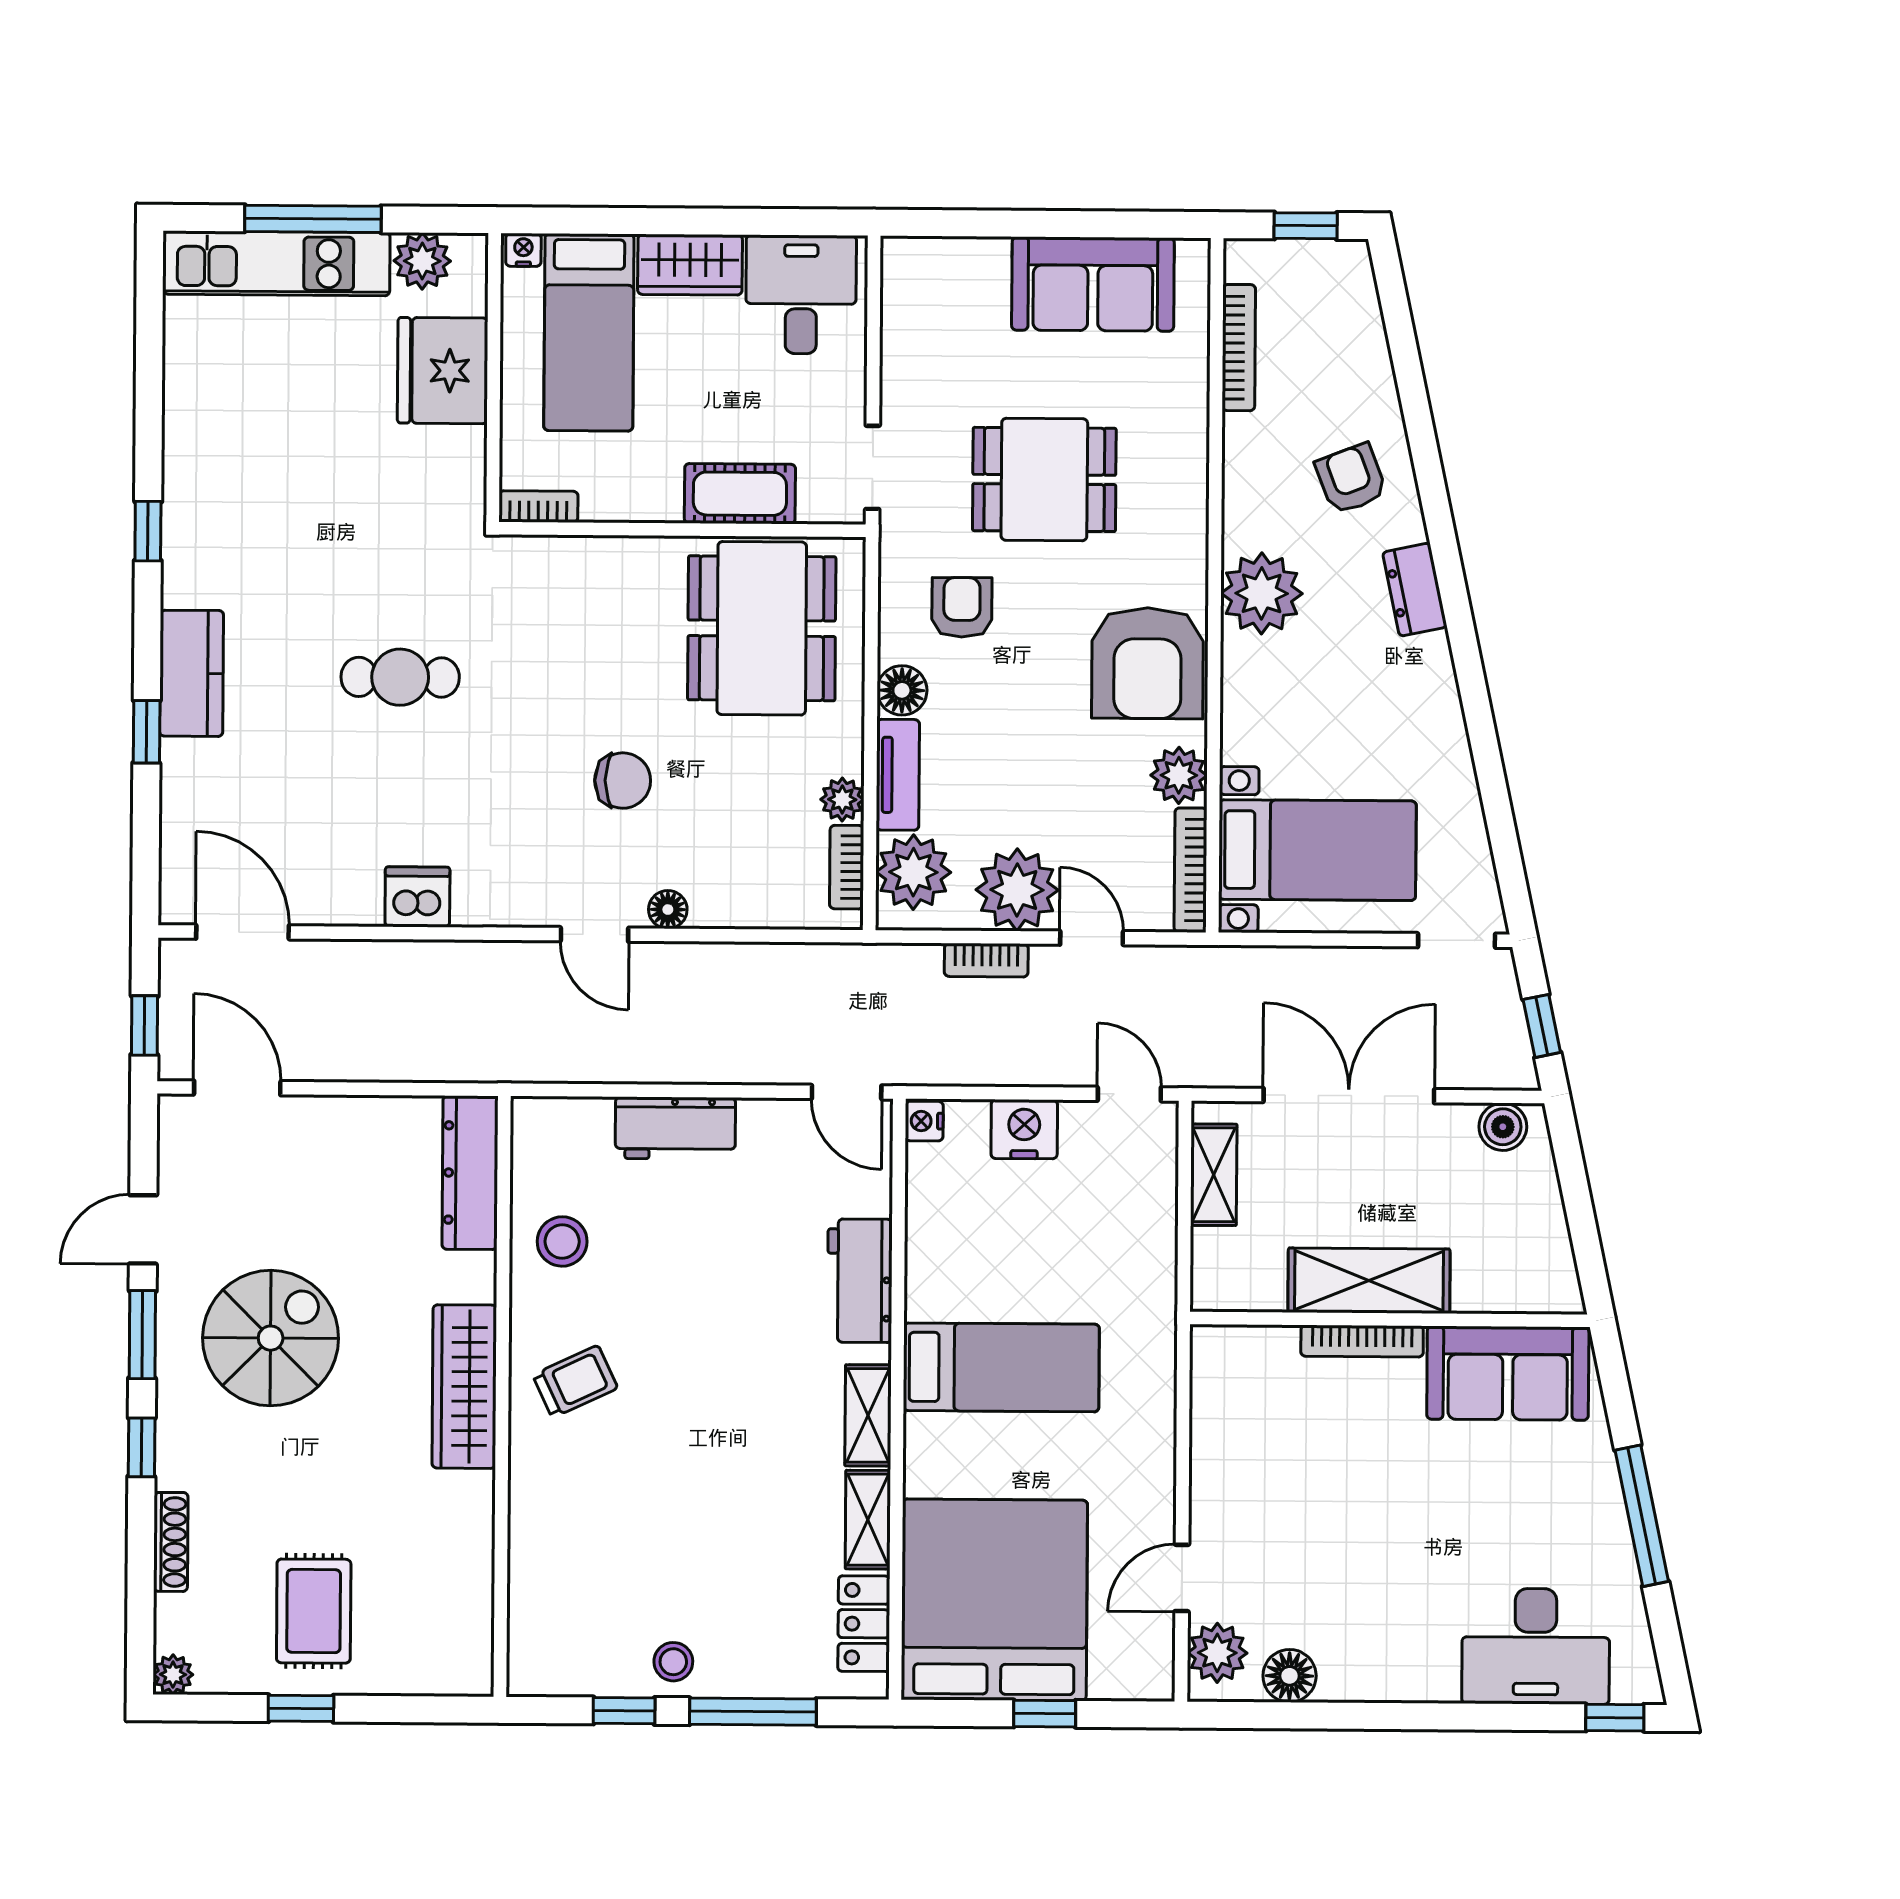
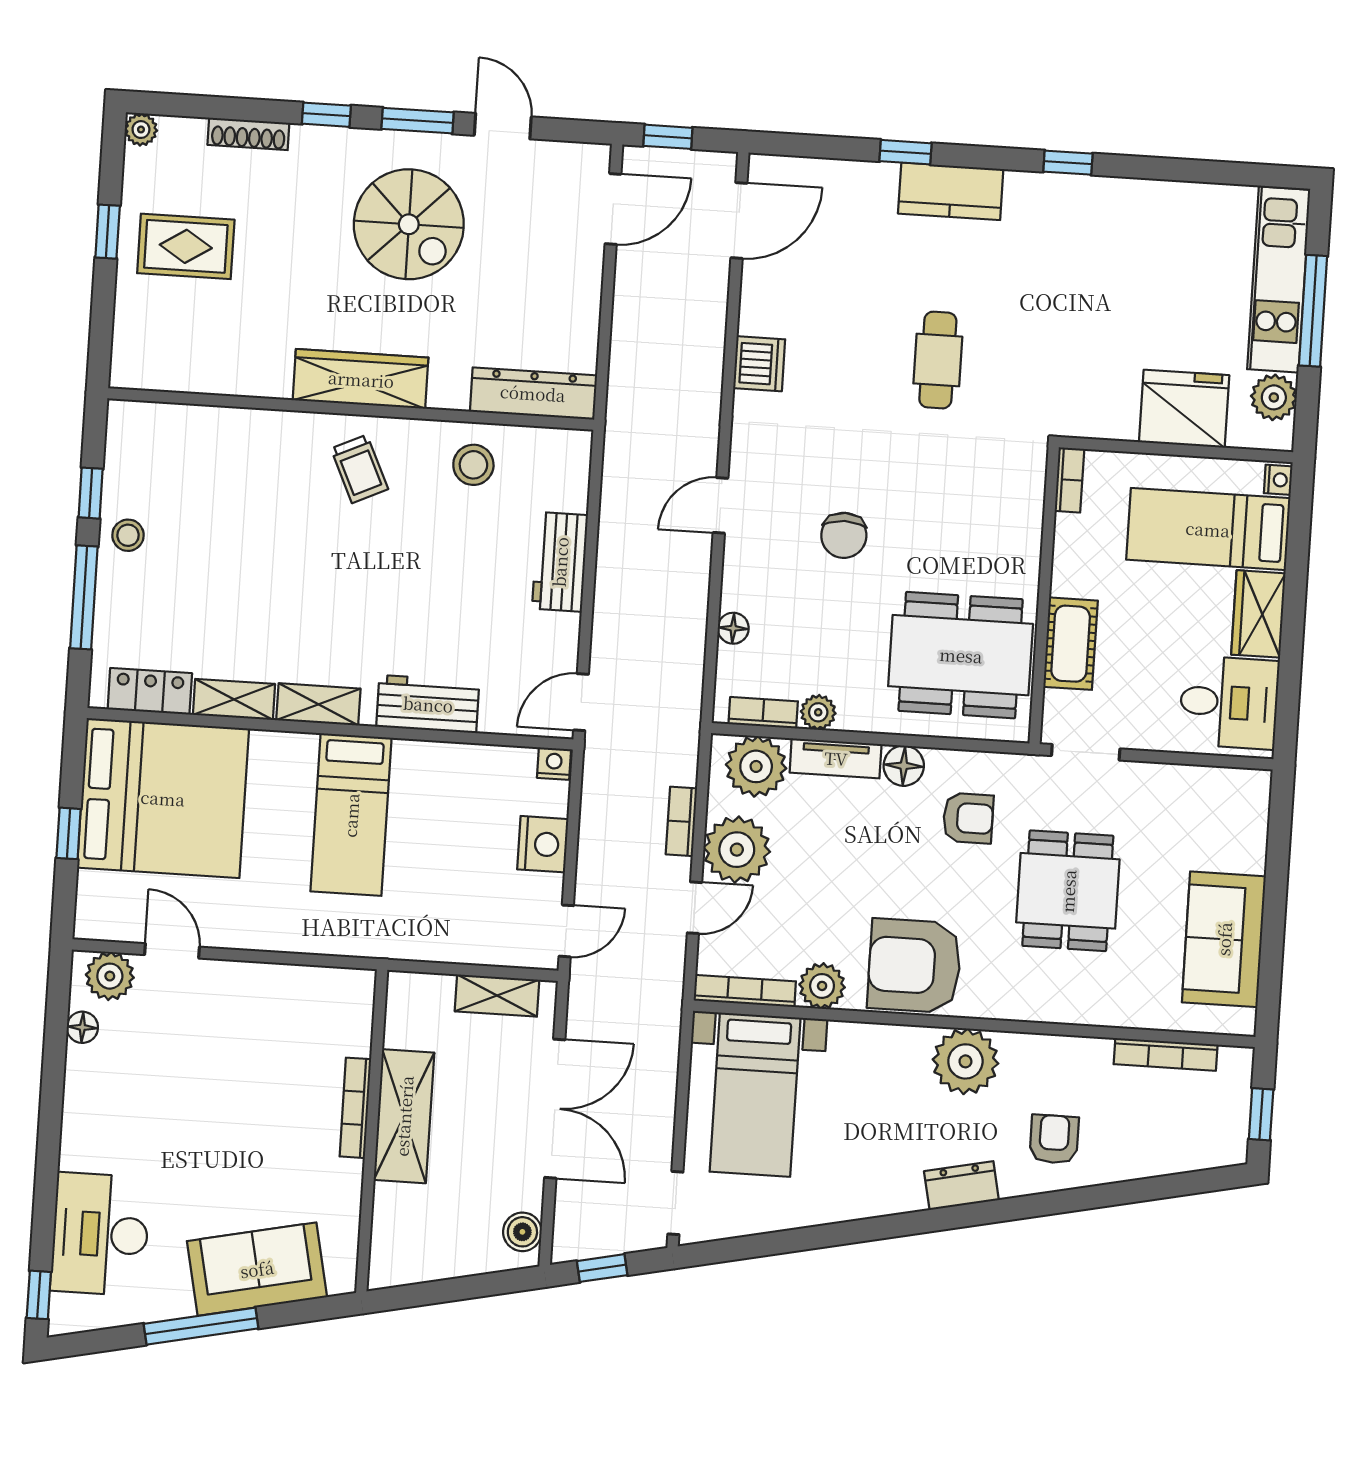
armchair: (1351, 479) -> (1054, 1139), turned -69
floor lamp: (668, 910) -> (733, 628), moved
sofa: (1508, 1373) -> (257, 1269), moved, turned 78
floor lamp: (1290, 1676) -> (82, 1027), width x0.73, depth x0.73

